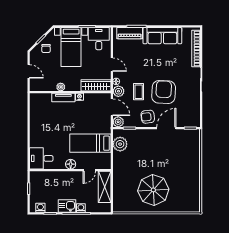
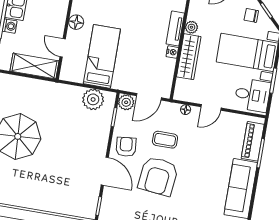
wardrobe: (96, 85) -> (189, 57), moved
plant: (118, 91) -> (171, 111), removed
armchair: (164, 92) -> (158, 176), turned 93

